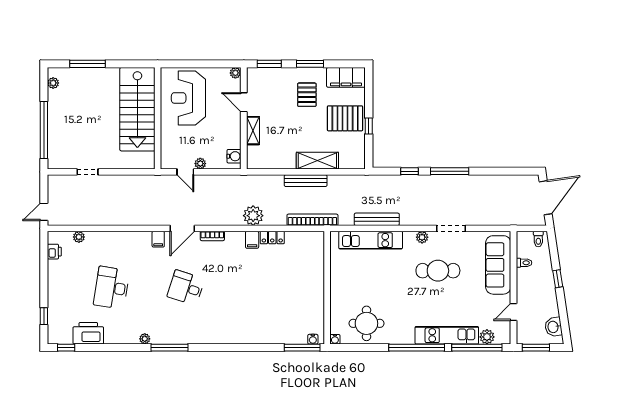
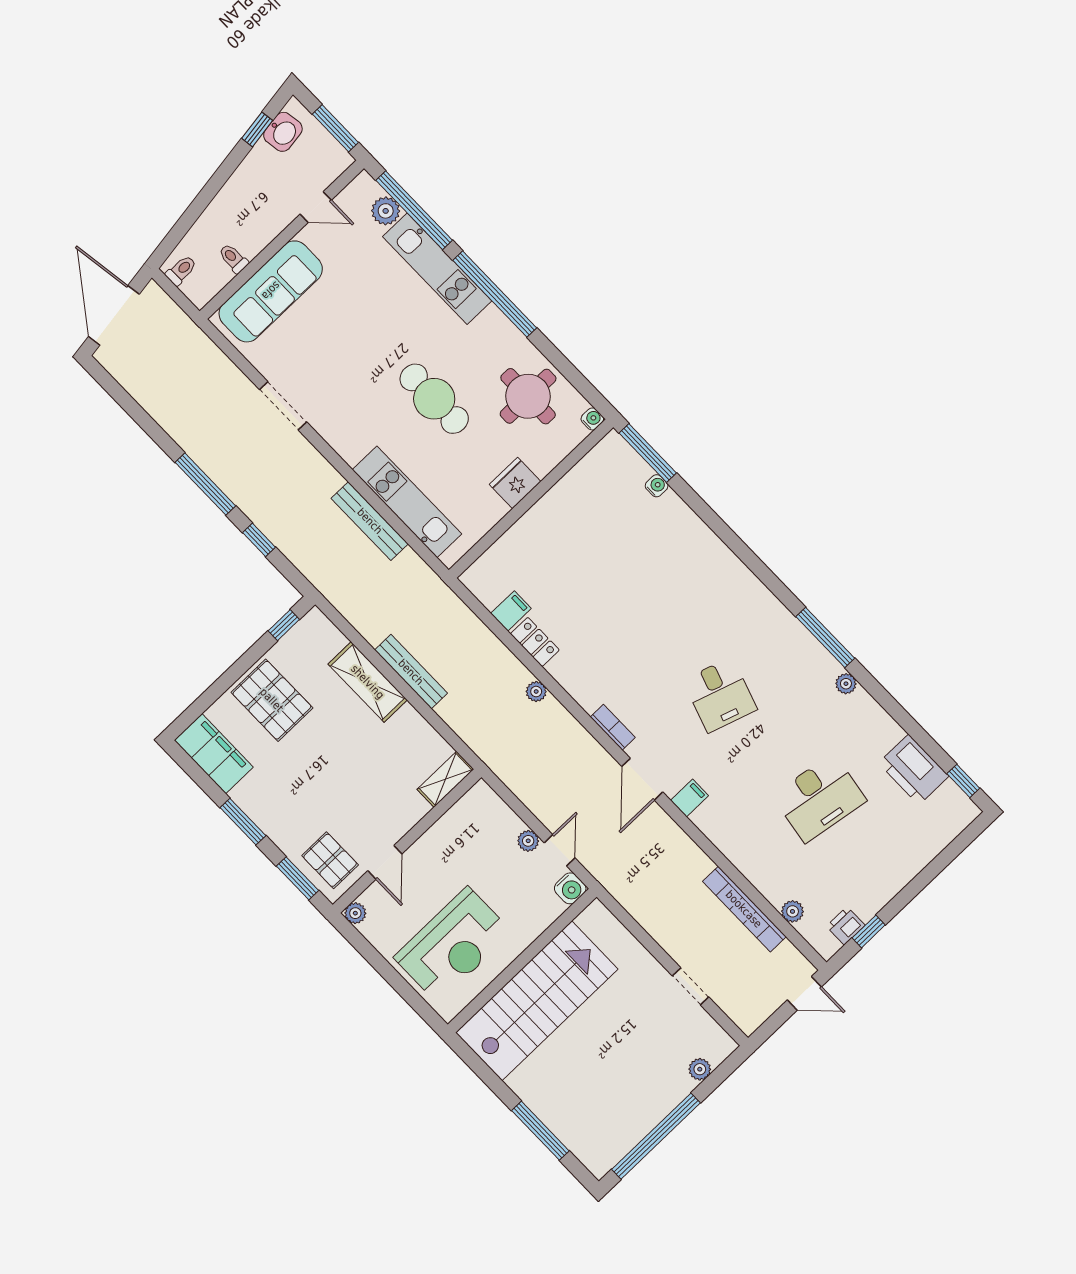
plant: (53, 83) -> (700, 1069), moved
pallet: (307, 95) -> (330, 860), moved, turned 90
window: (369, 126) -> (284, 625), moved
window: (44, 130) -> (656, 1136), moved
shelving: (253, 131) -> (445, 779), moved
water cooler: (234, 156) -> (570, 888), moved, turned 180
door: (546, 198) -> (114, 315), hinge flipped
plant: (253, 216) -> (536, 692), width x0.53, depth x0.53
bookcase: (312, 220) -> (744, 909), moved
door: (182, 228) -> (642, 779), swing flipped
plant: (422, 237) -> (334, 434), removed
filing cabinet: (252, 240) -> (511, 611), moved
cafe table: (438, 271) -> (434, 399), moved
window: (558, 279) -> (257, 129), moved
fridge: (339, 287) -> (515, 483), added
window: (44, 316) -> (869, 931), moved
water cooler: (313, 339) -> (657, 486), moved

